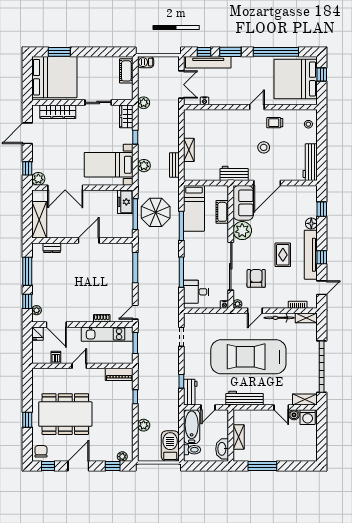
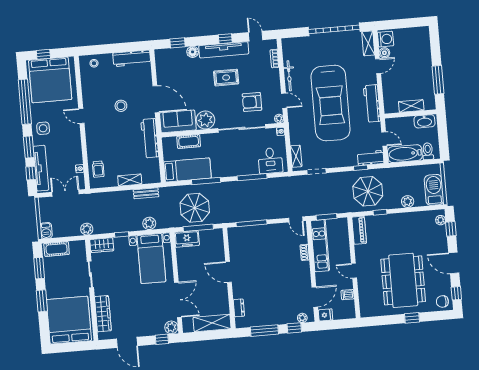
window: (59, 52) -> (42, 301), moved
window: (109, 52) -> (39, 268), added
side table: (248, 68) -> (43, 128), added
trolley: (275, 123) -> (98, 169), moved
workbench: (234, 173) -> (150, 138), width x1.38
shelving: (306, 318) -> (296, 156), moved
parasol: (157, 386) -> (368, 191), added
barbecue: (170, 446) -> (434, 190), moved, turned 90

